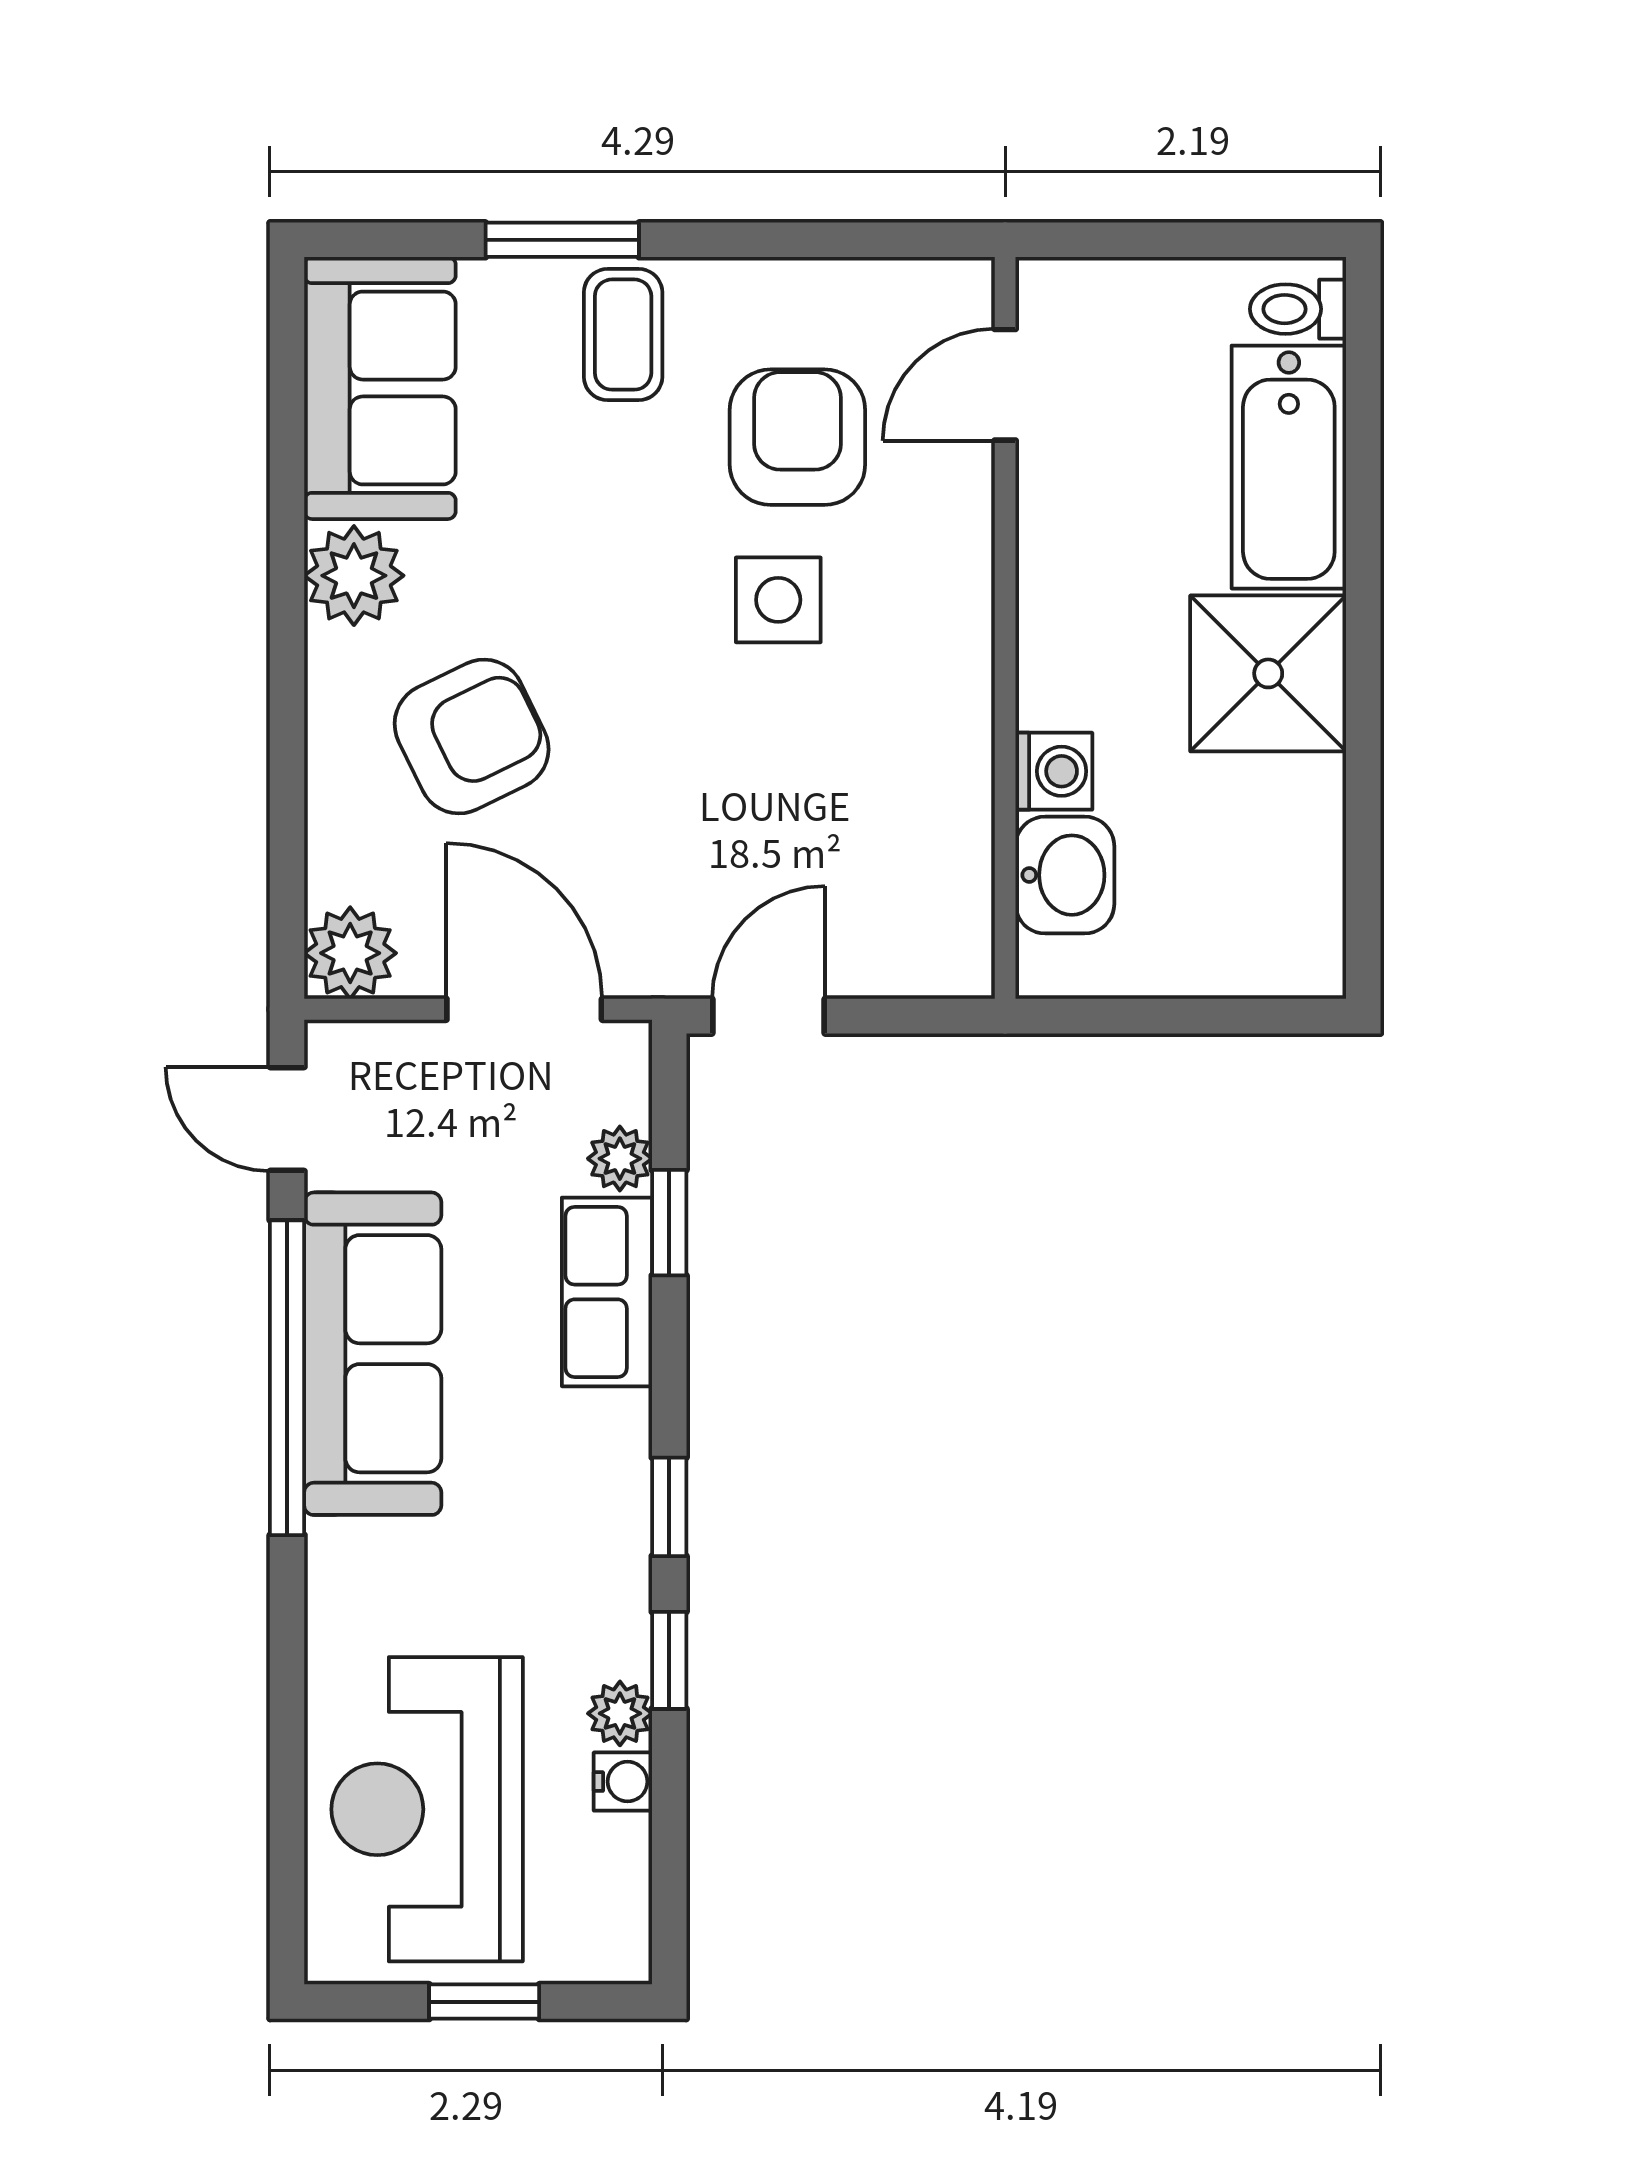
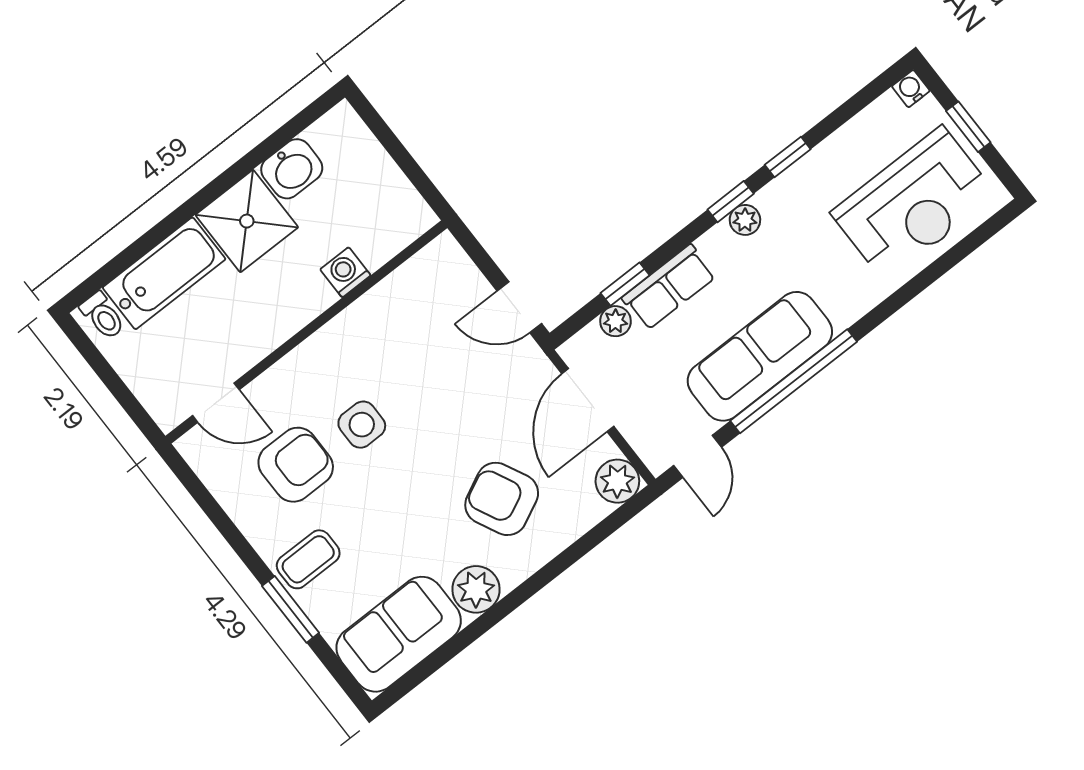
armchair: (797, 437) -> (296, 465), turned 180
washbasin: (1065, 875) -> (292, 169), moved, turned 180
plant: (620, 1713) -> (745, 220), moved
water cooler: (623, 1782) -> (911, 89), moved

